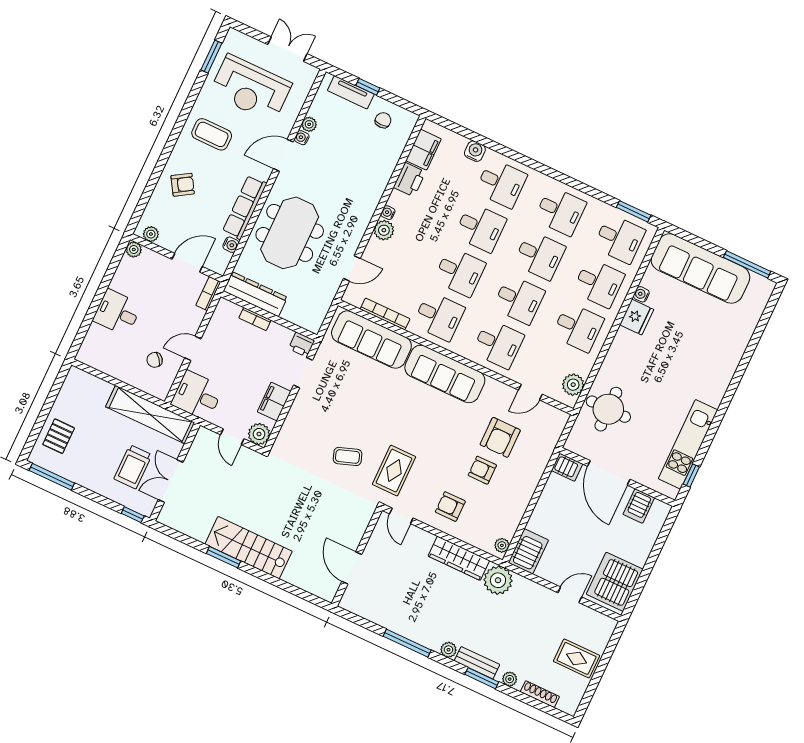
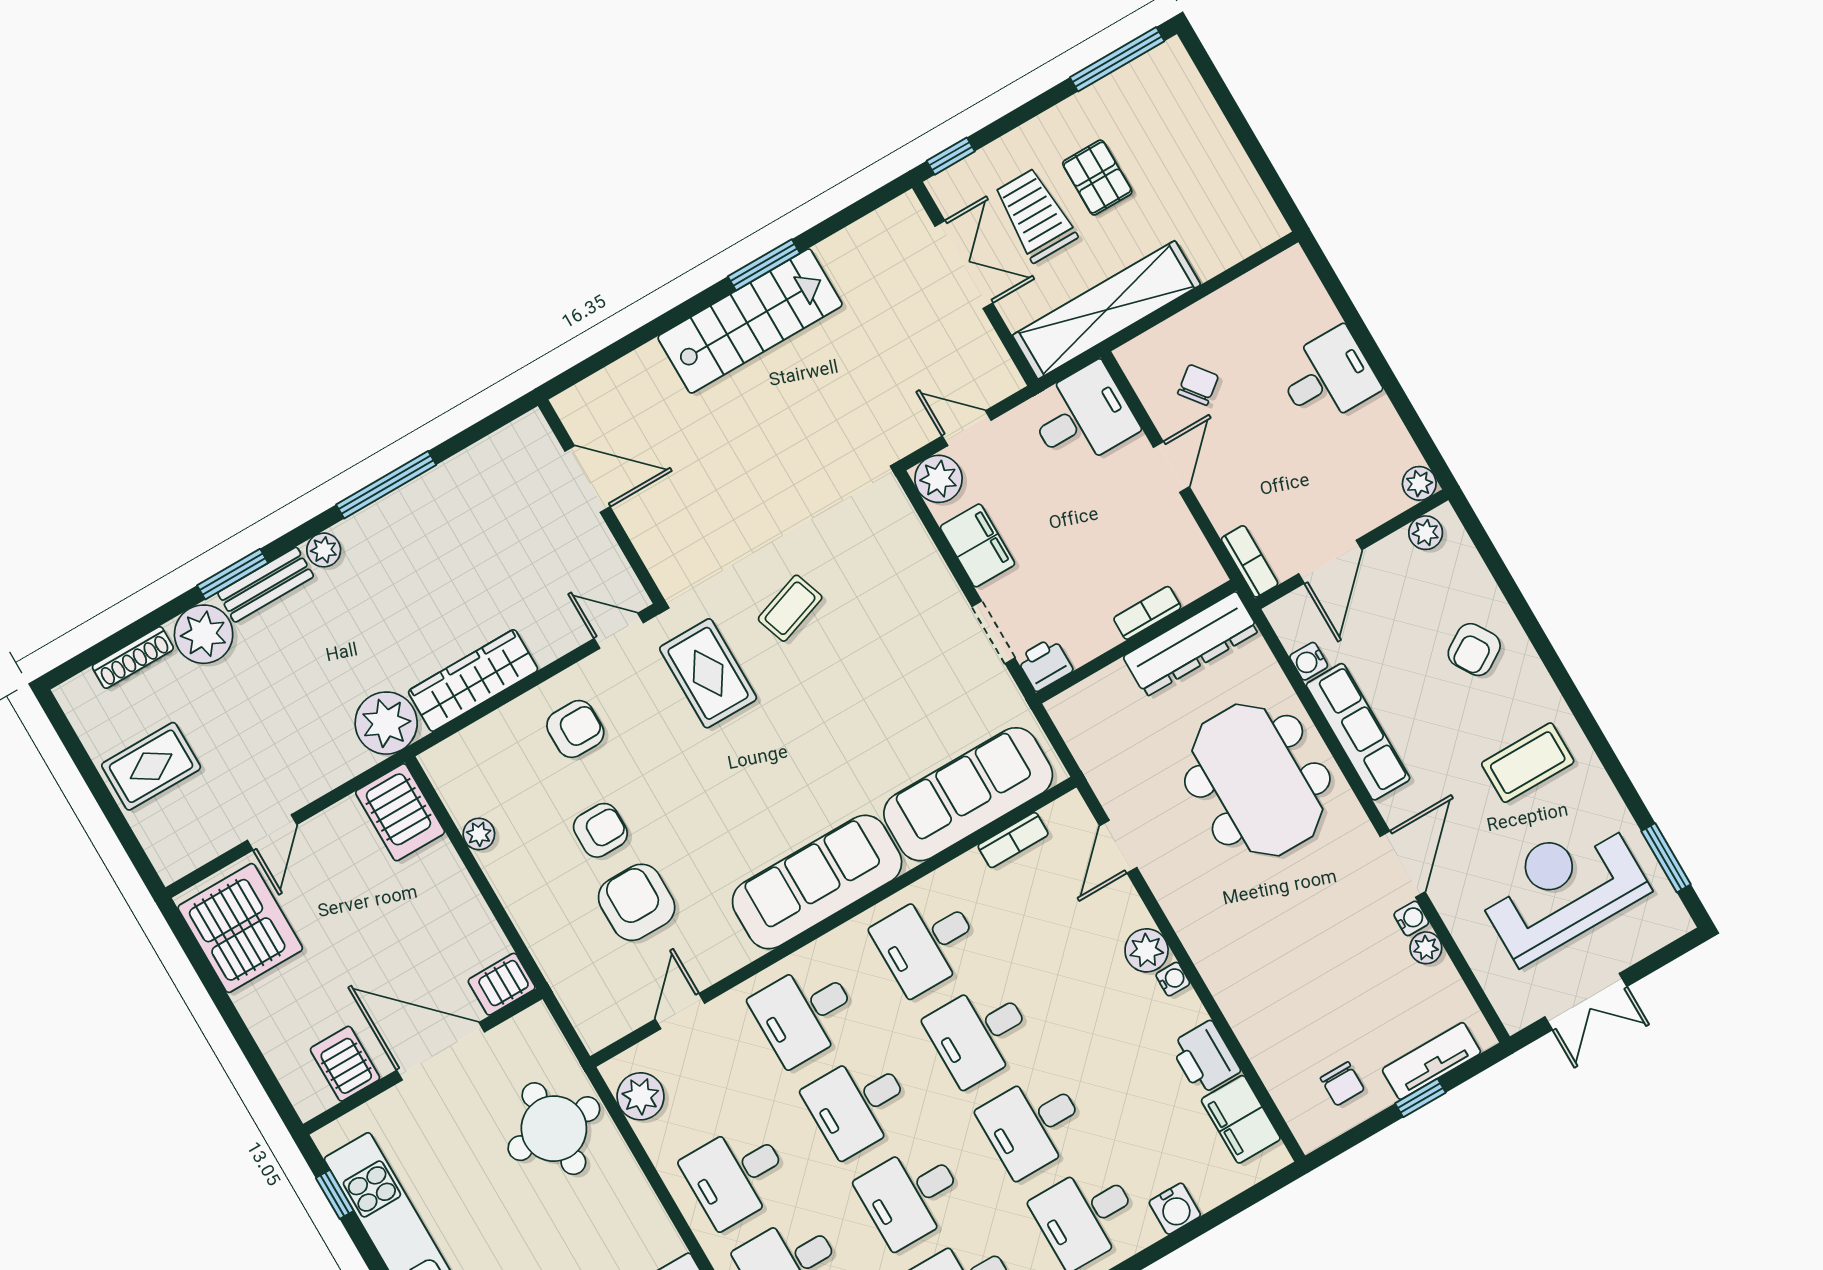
bookcase: (385, 314) -> (1013, 840), width x0.64
pallet: (59, 436) -> (1097, 178), moved
plant: (502, 545) -> (479, 834), moved
plant: (510, 679) -> (204, 634), width x1.87, depth x1.87

